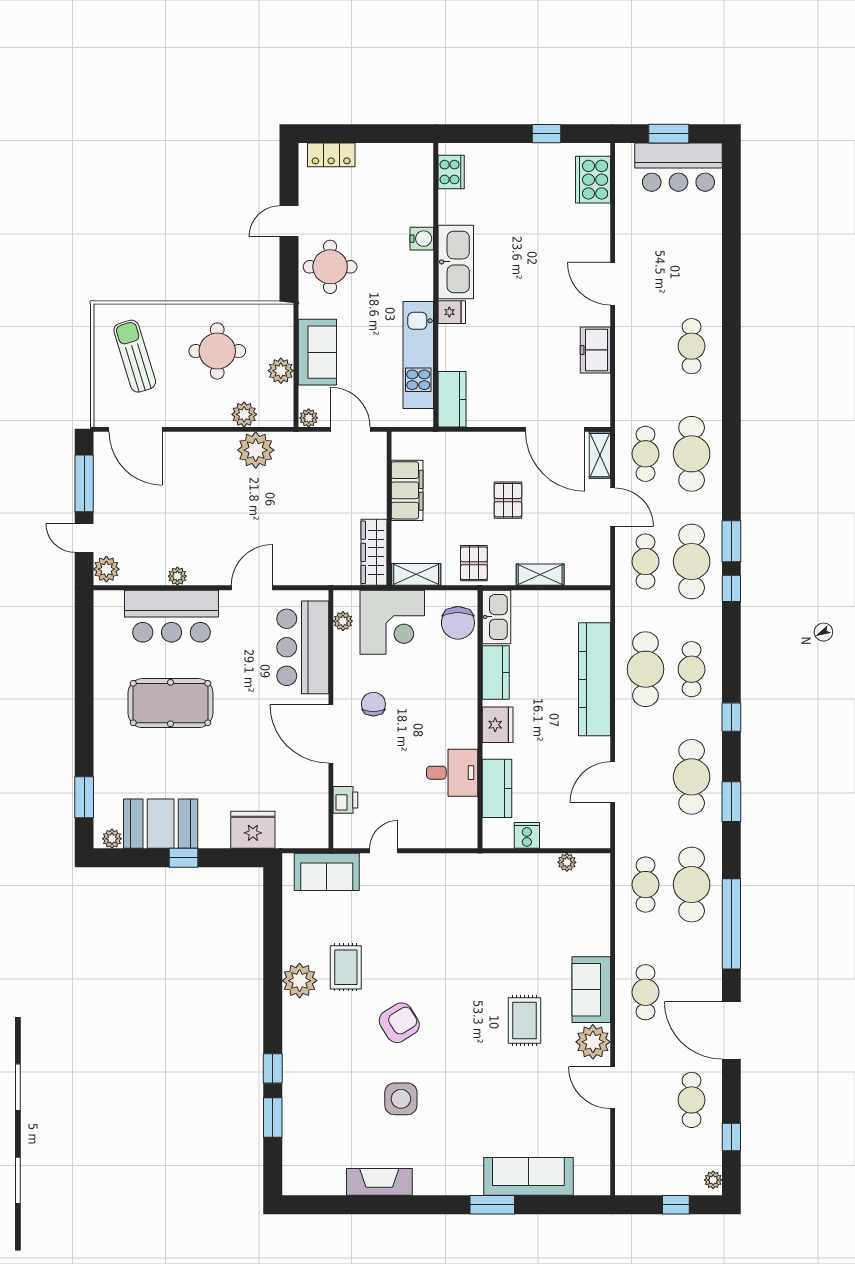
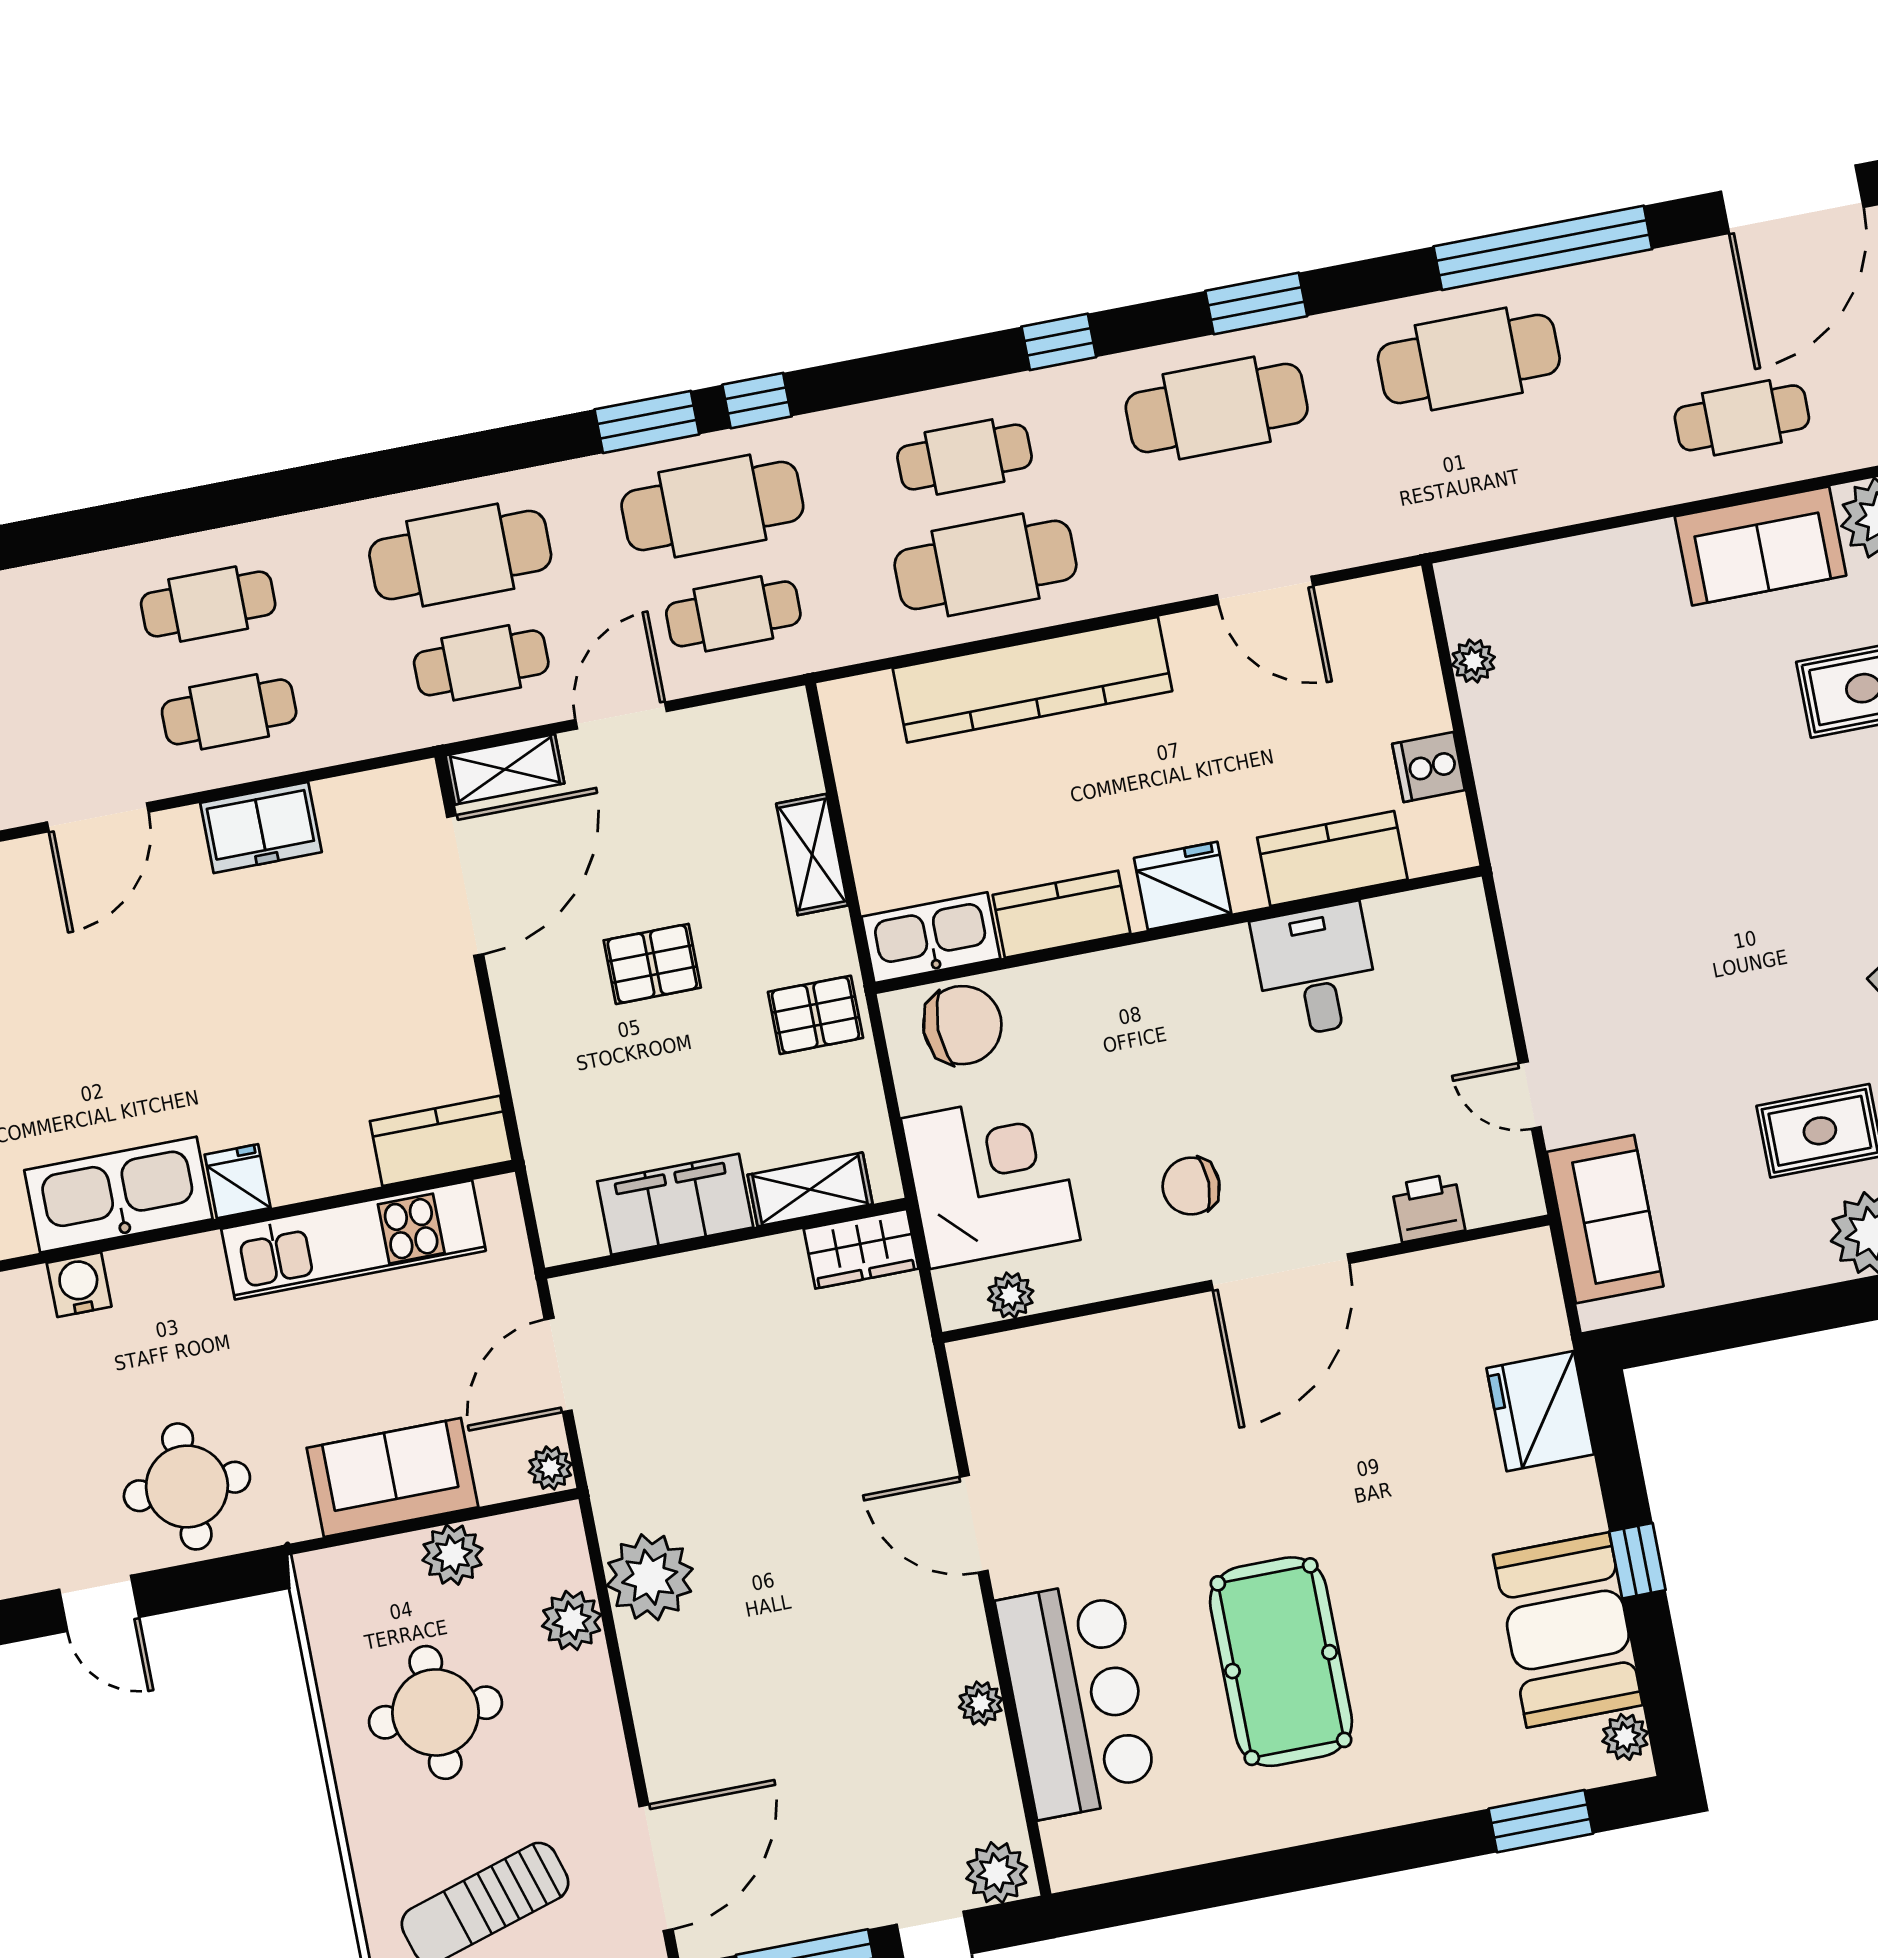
wardrobe: (374, 552) -> (861, 1249), width x0.67
shelving: (416, 574) -> (810, 1189), moved, turned 90
bar counter: (303, 647) -> (1090, 1377), removed
cafe table: (646, 885) -> (229, 712), moved

